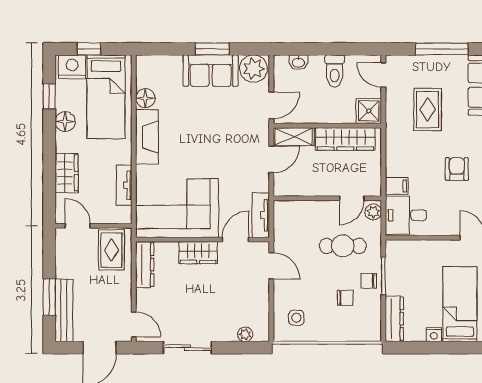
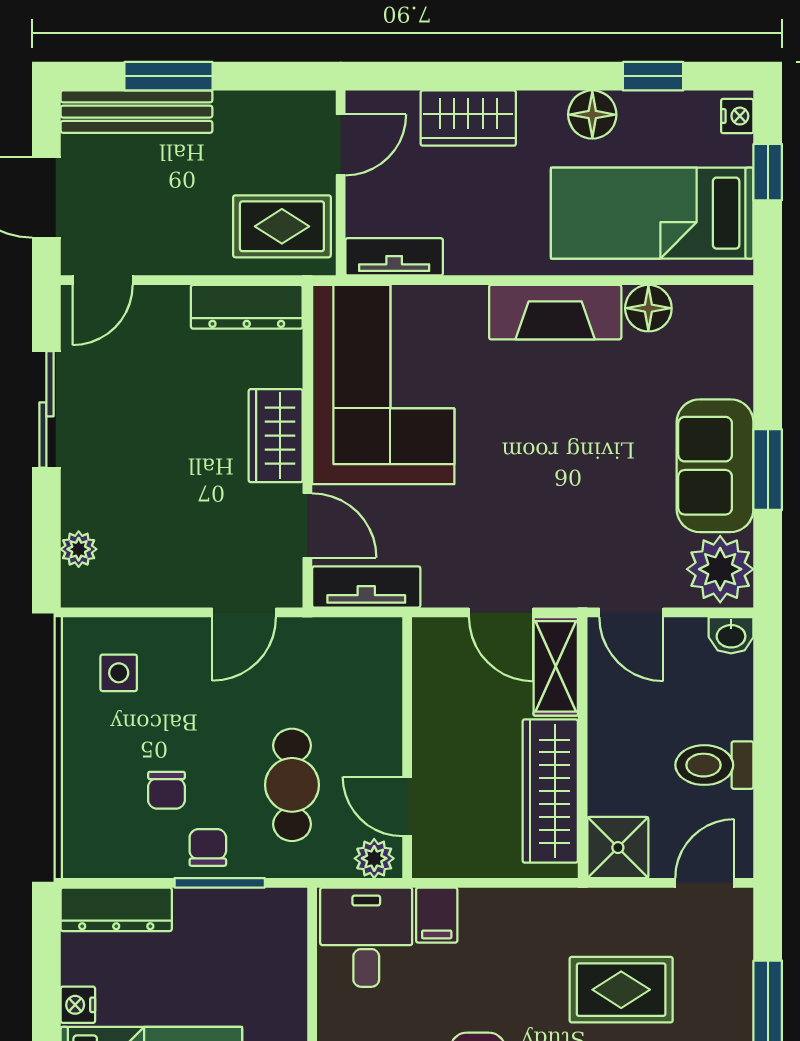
washbasin: (298, 62) -> (731, 635), moved, turned -90
nightstand: (72, 67) -> (737, 116), width x0.53, depth x0.56
tv unit: (124, 185) -> (394, 257), moved

